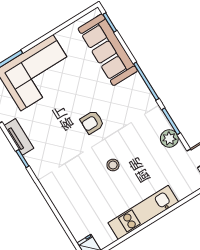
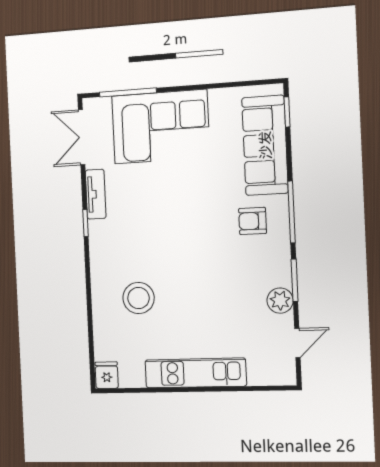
armchair: (92, 122) -> (253, 221), moved
stool: (113, 165) -> (139, 298), moved, width x1.89, depth x1.89

